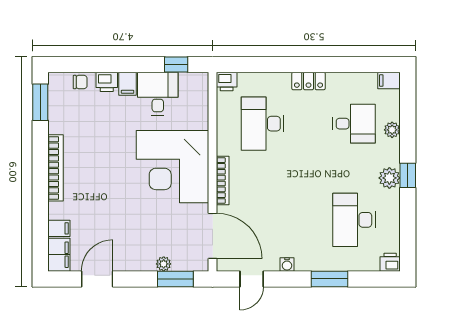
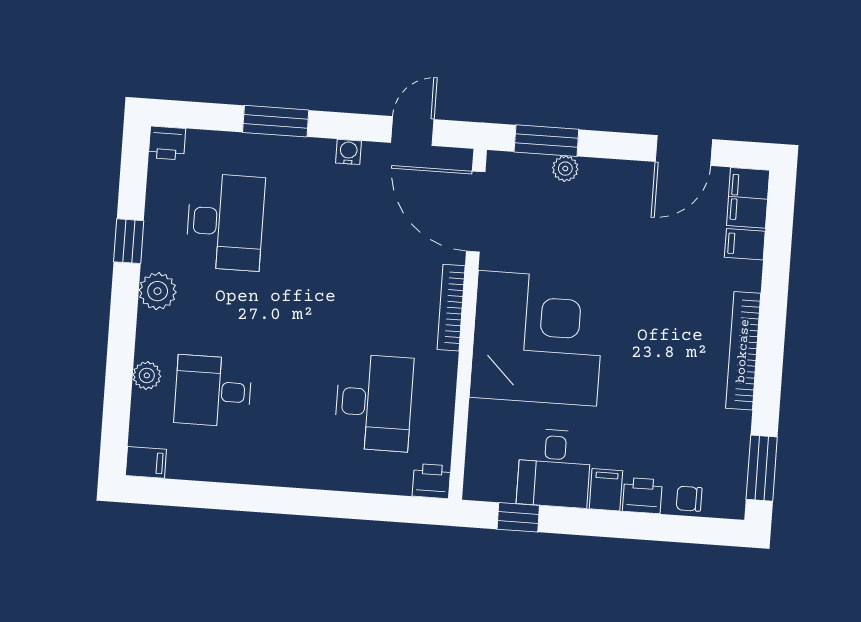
locker: (308, 81) -> (288, 472), removed
window: (408, 175) -> (129, 241), moved

